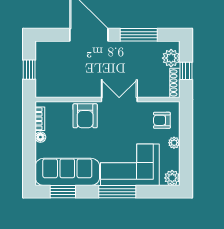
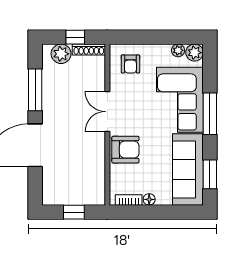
plant: (174, 143) -> (178, 50), moved

